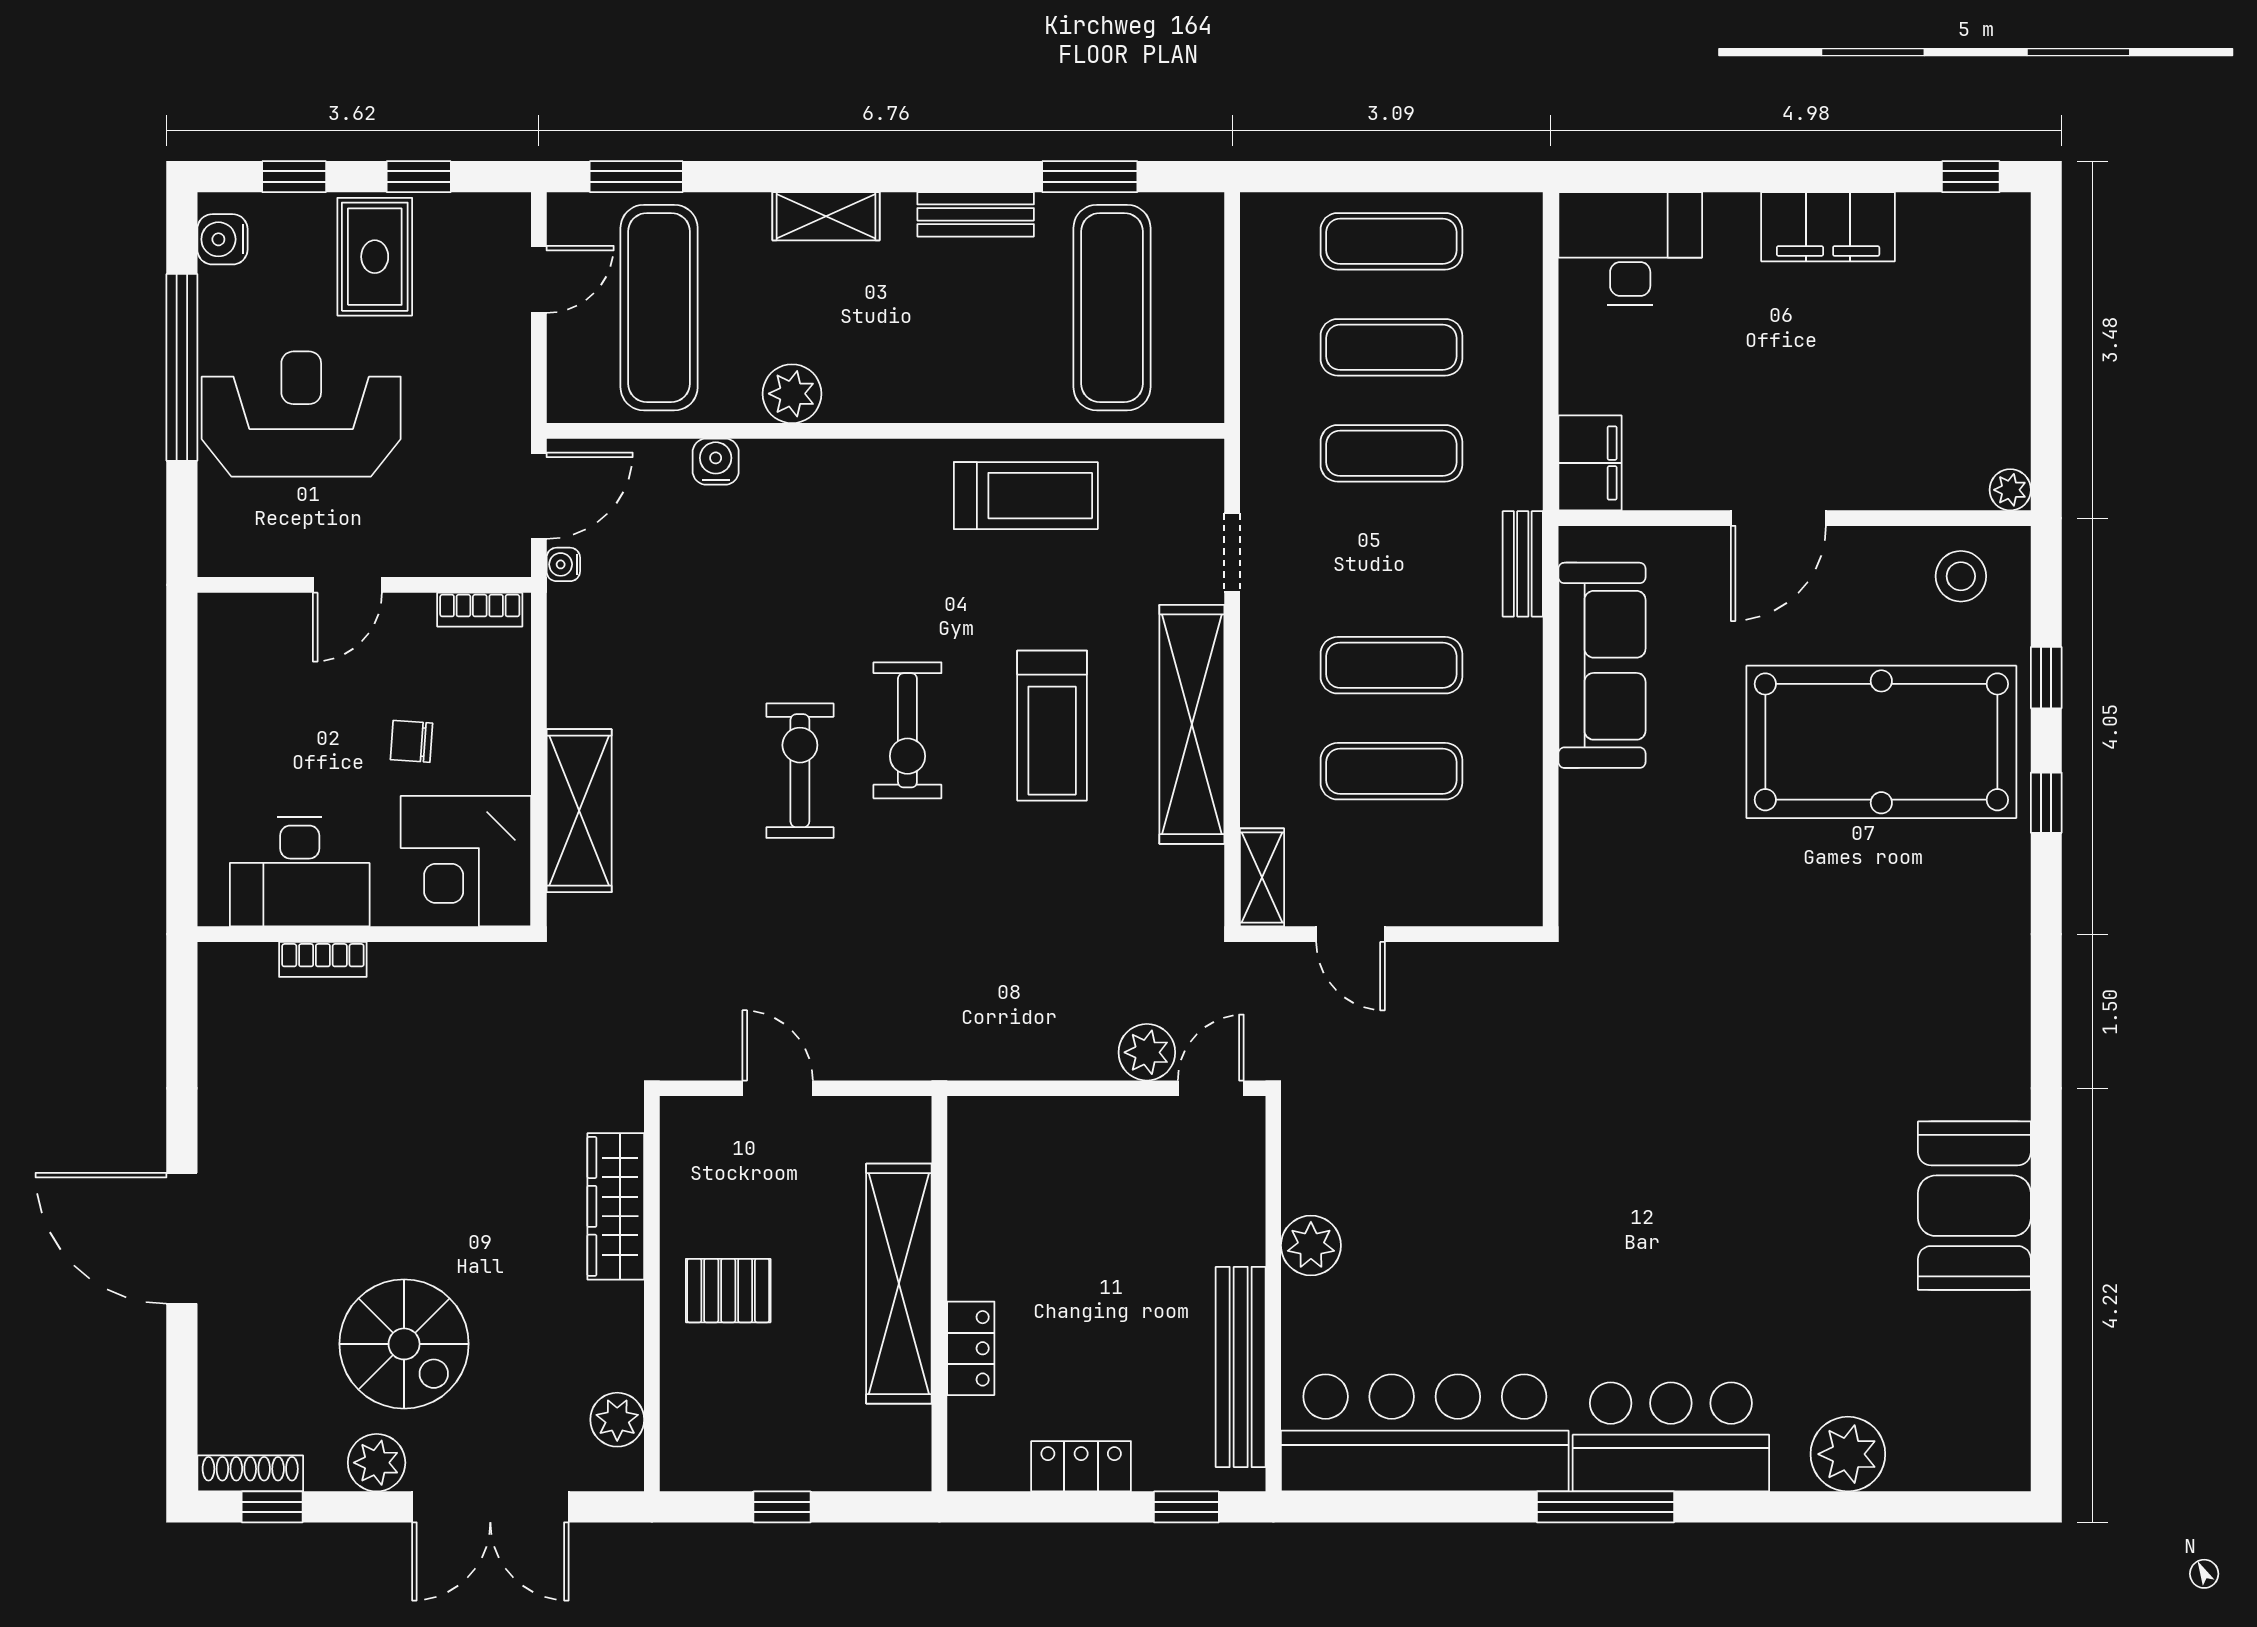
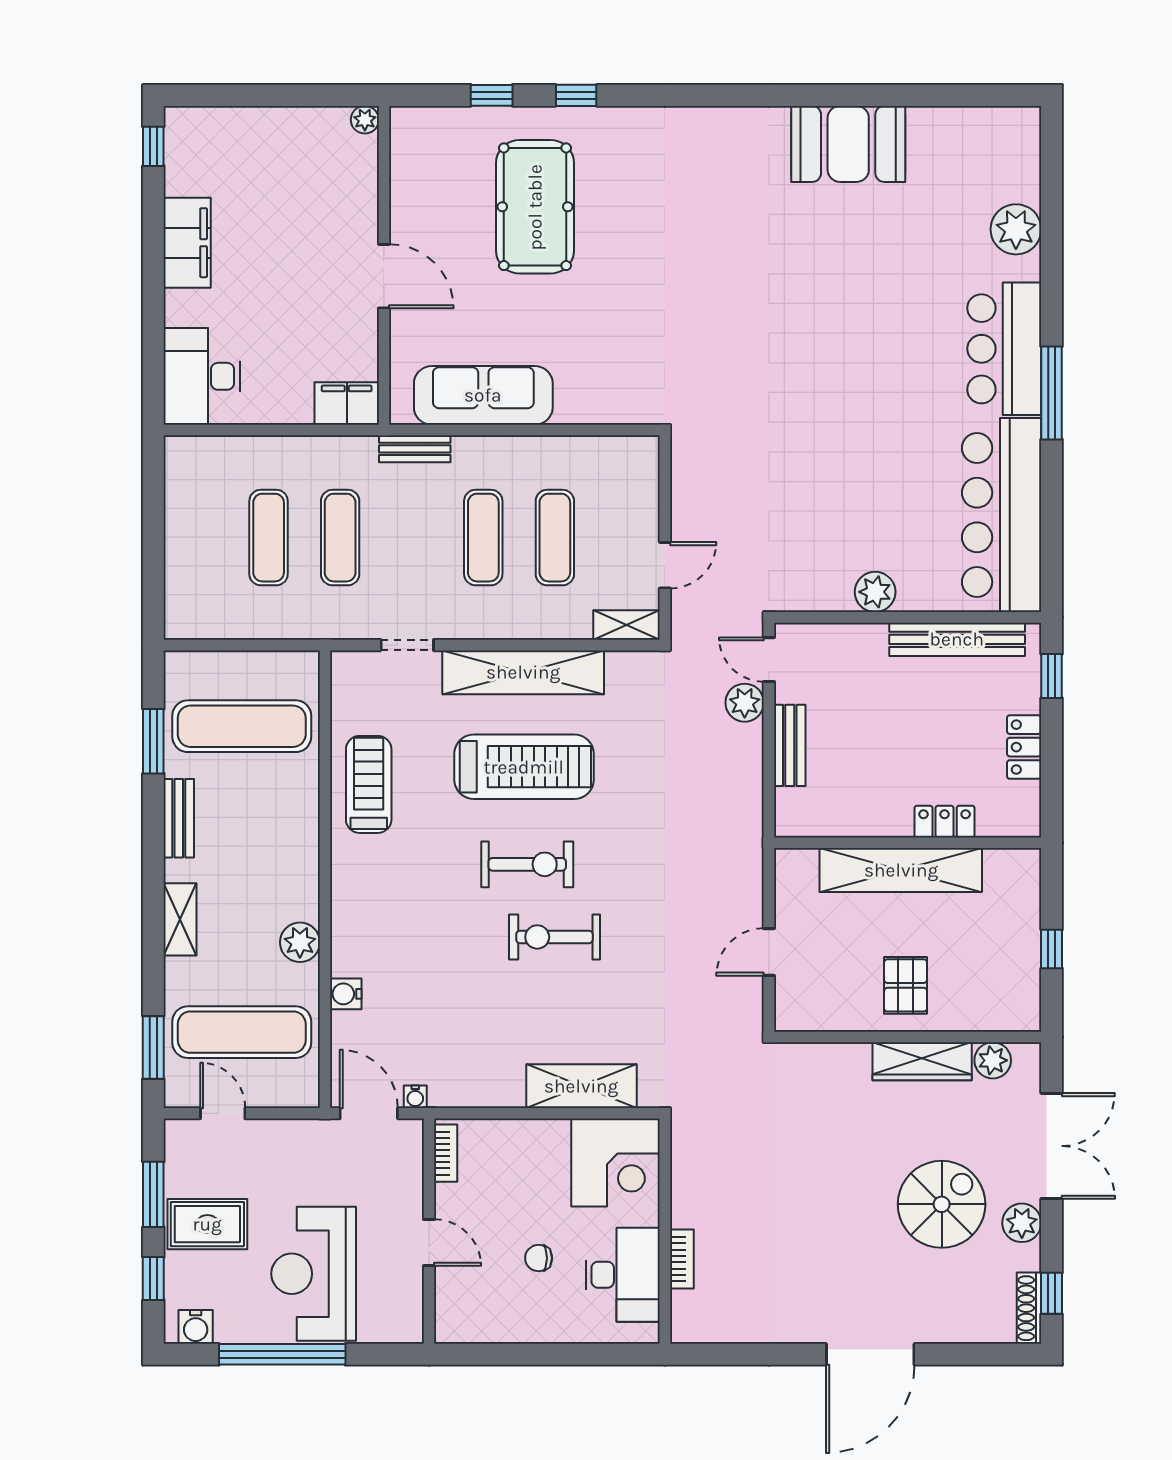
window: (419, 177) -> (153, 1194), width x1.50
exercise mat: (1391, 241) -> (197, 538), removed
stool: (1961, 576) -> (423, 153), removed
treadmill: (1052, 726) -> (524, 767), width x1.37, depth x1.37
chair: (411, 741) -> (539, 1258), moved, turned 86
pool table: (1881, 742) -> (535, 207), width x0.73, depth x0.76
bench: (1084, 1119) -> (790, 745), added
wardrobe: (616, 1206) -> (922, 1061), moved

